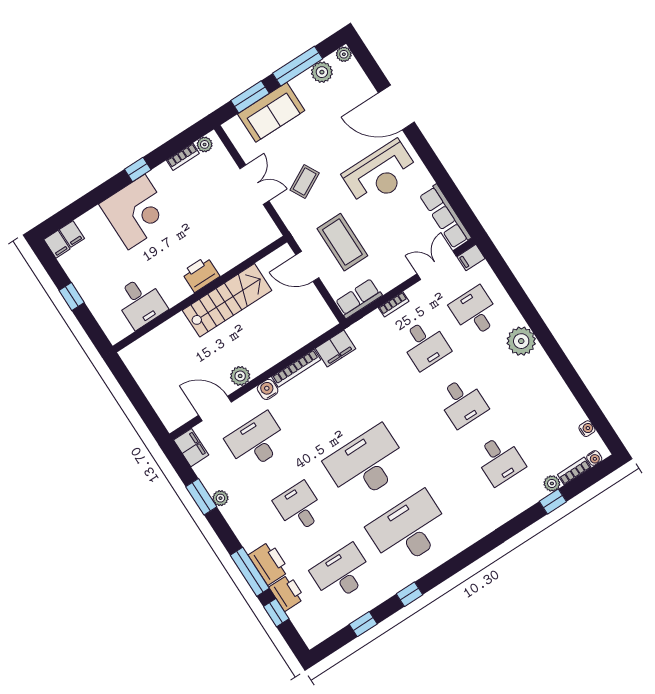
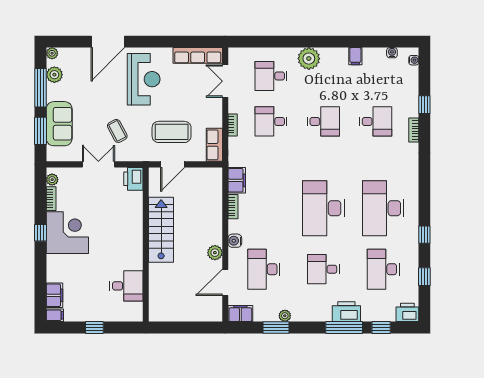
corner desk: (137, 212) -> (67, 233), moved
filing cabinet: (72, 234) -> (55, 295), width x2.00
filing cabinet: (471, 258) -> (355, 56), moved
printer: (201, 274) -> (133, 179), moved
desk: (425, 344) -> (271, 121), turned 180
bookcase: (296, 368) -> (233, 207), width x0.64
bookcase: (574, 471) -> (414, 130), moved
plant: (552, 483) -> (413, 98), removed
printer: (287, 593) -> (407, 312), moved

